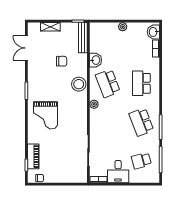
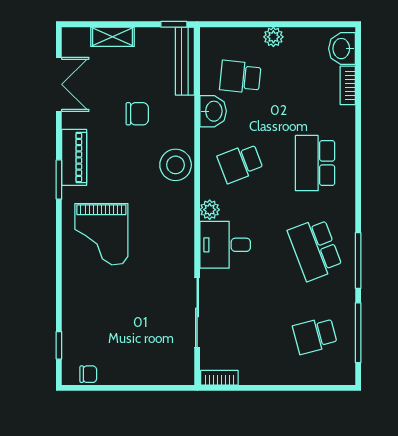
school desk: (108, 45) -> (240, 77), added
double door: (26, 48) -> (59, 84), swing flipped
school desk: (108, 83) -> (240, 163), width x0.54
piano: (33, 156) -> (74, 157), moved
desk: (118, 172) -> (225, 245), moved, turned 90

